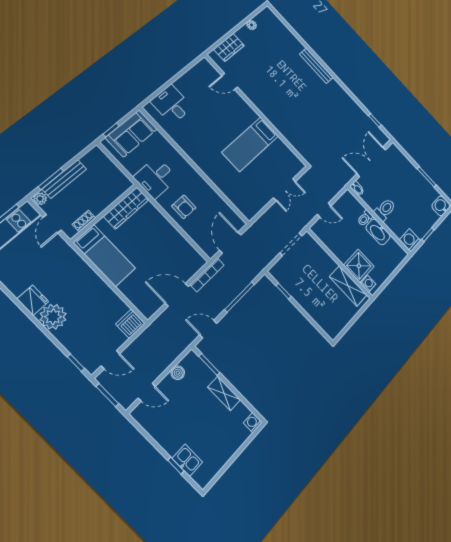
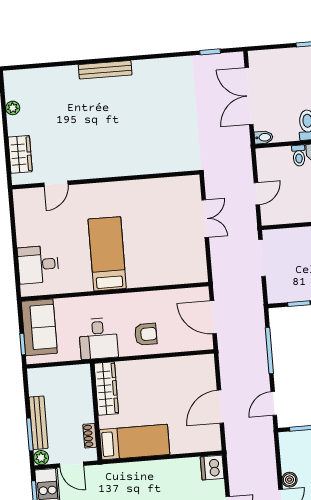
bed: (250, 144) -> (107, 254), moved, turned 180
bookcase: (207, 275) -> (225, 364), removed
boiler: (178, 373) -> (290, 480), moved

